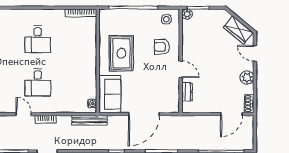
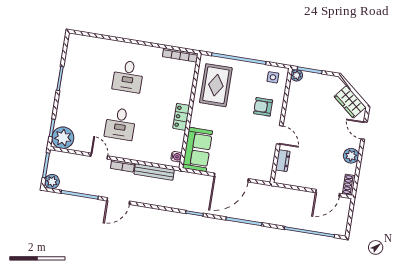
rug: (121, 53) -> (216, 85), moved
locker: (91, 67) -> (181, 117), added
bench: (89, 120) -> (154, 172), moved

